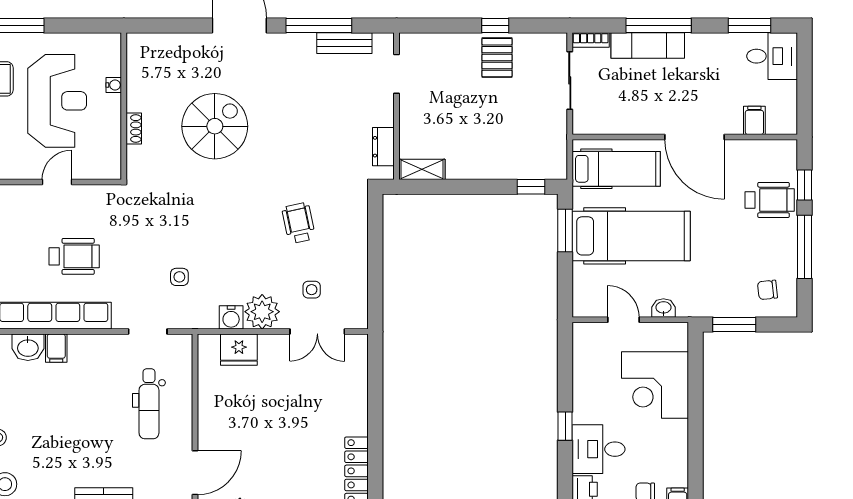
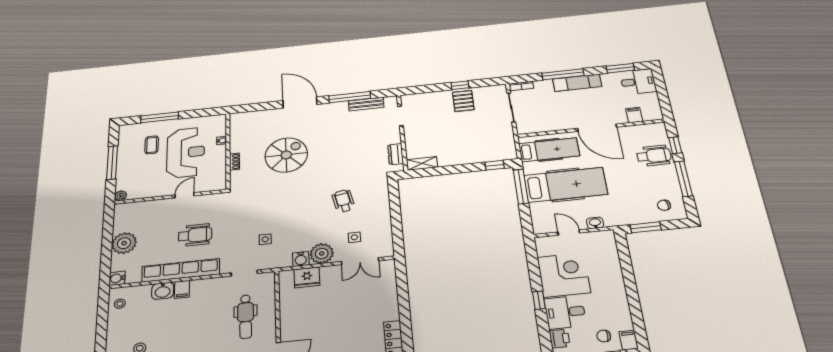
exam couch: (648, 46) -> (577, 83), moved
window: (565, 230) -> (521, 186), width x1.44
corner desk: (655, 385) -> (564, 275), moved, turned 180

